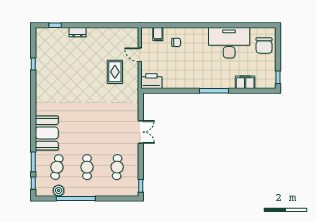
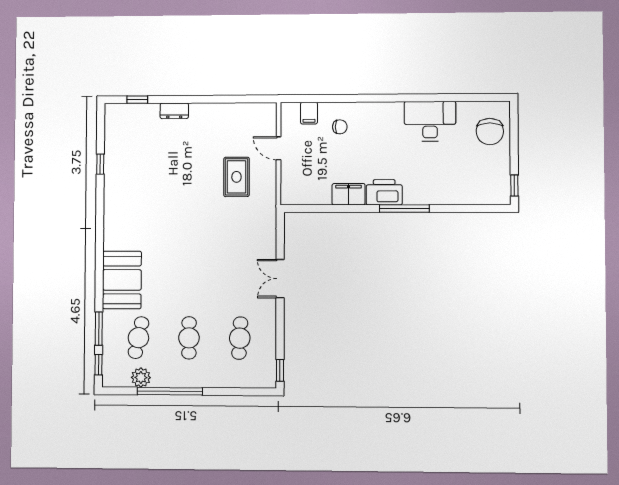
desk: (229, 43) -> (430, 121), width x0.73, depth x0.77
printer: (151, 81) -> (384, 192), moved
filing cabinet: (245, 82) -> (349, 194), moved
double door: (141, 132) -> (280, 279), swing flipped

